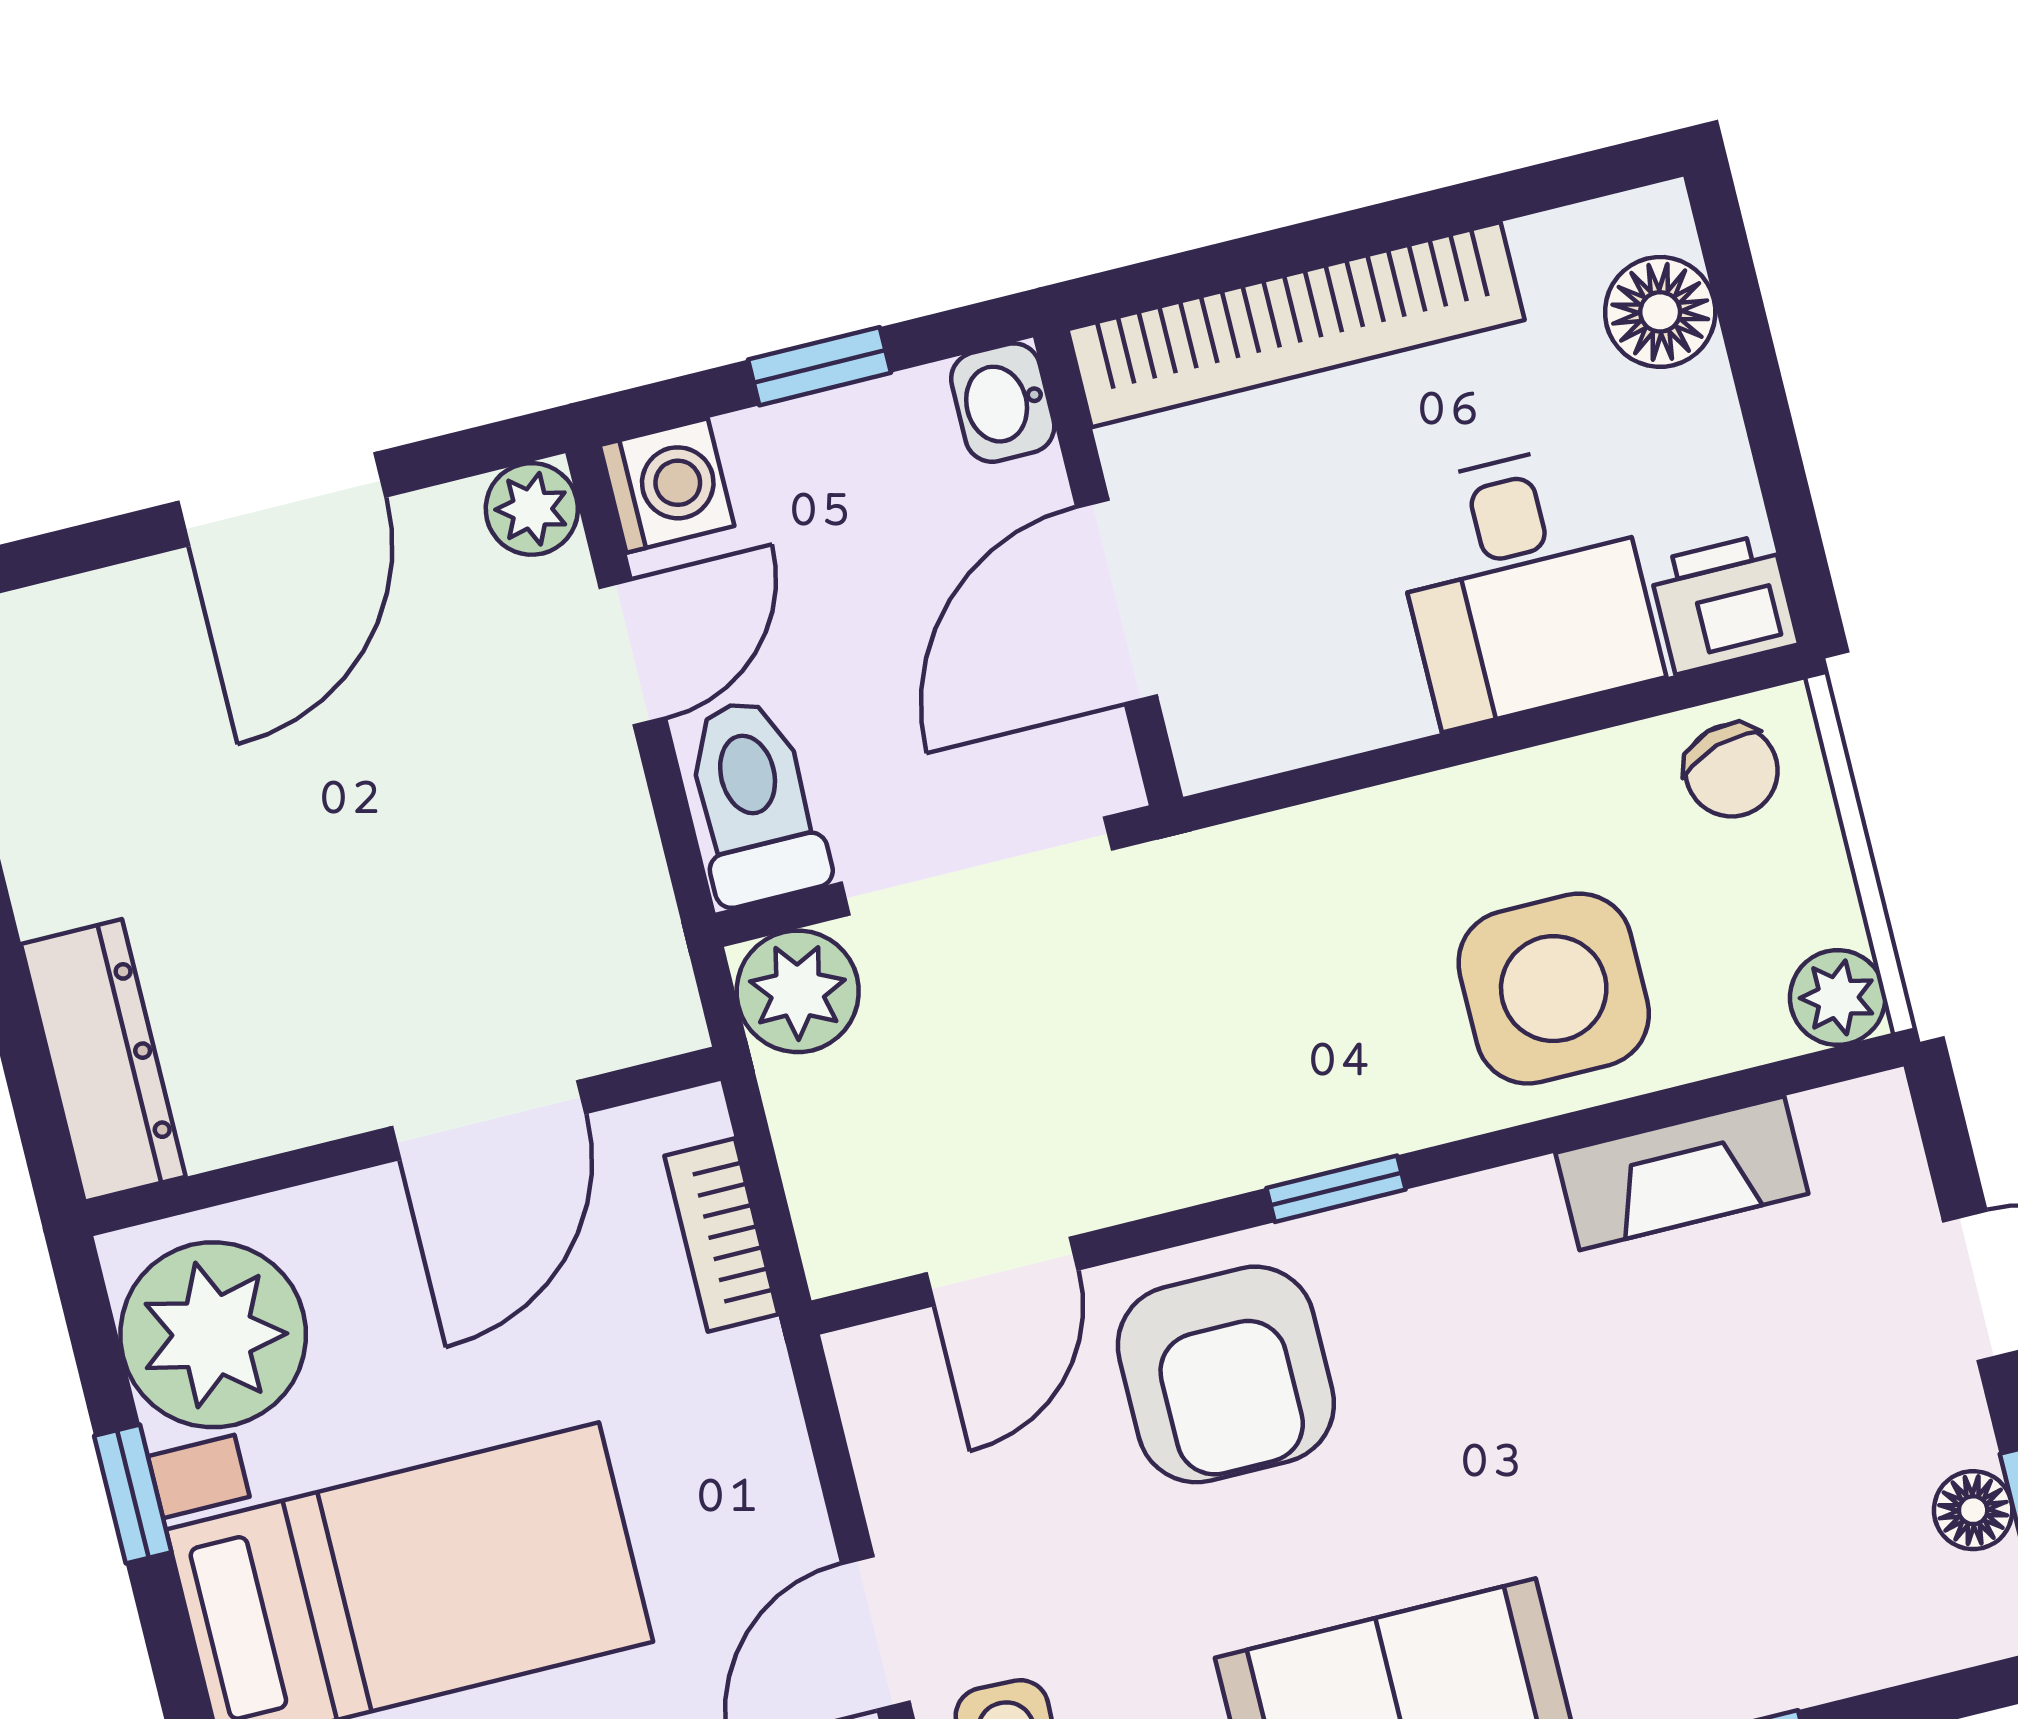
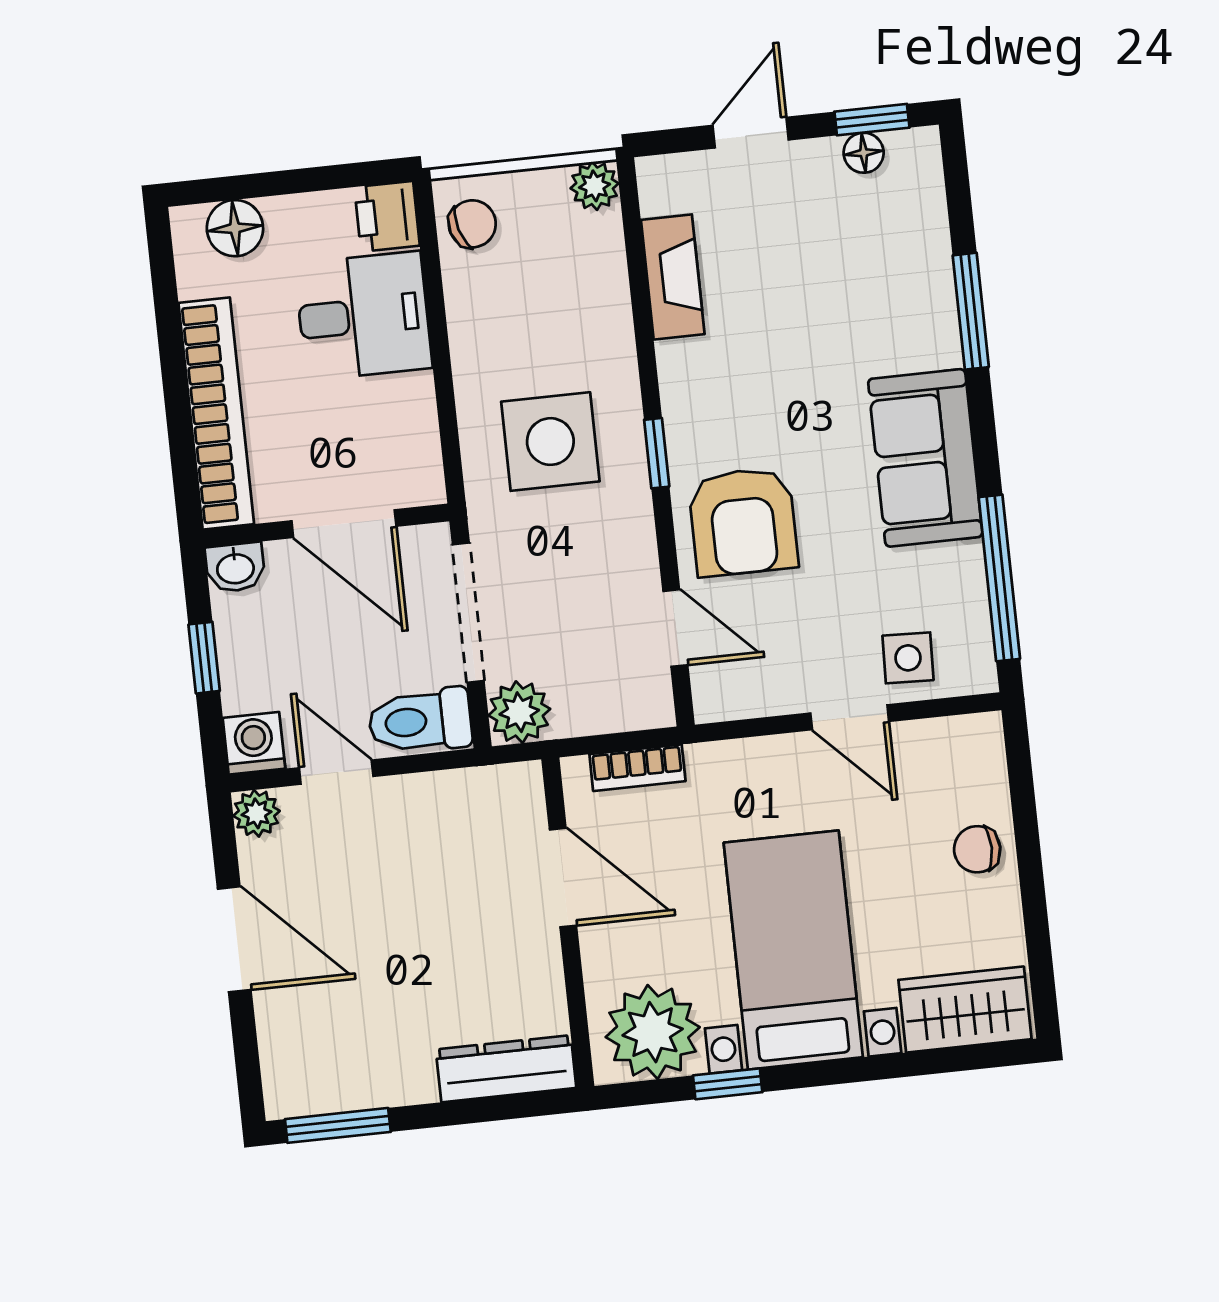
side table: (1554, 989) -> (550, 442), moved
armchair: (1226, 1374) -> (743, 522), turned 90

